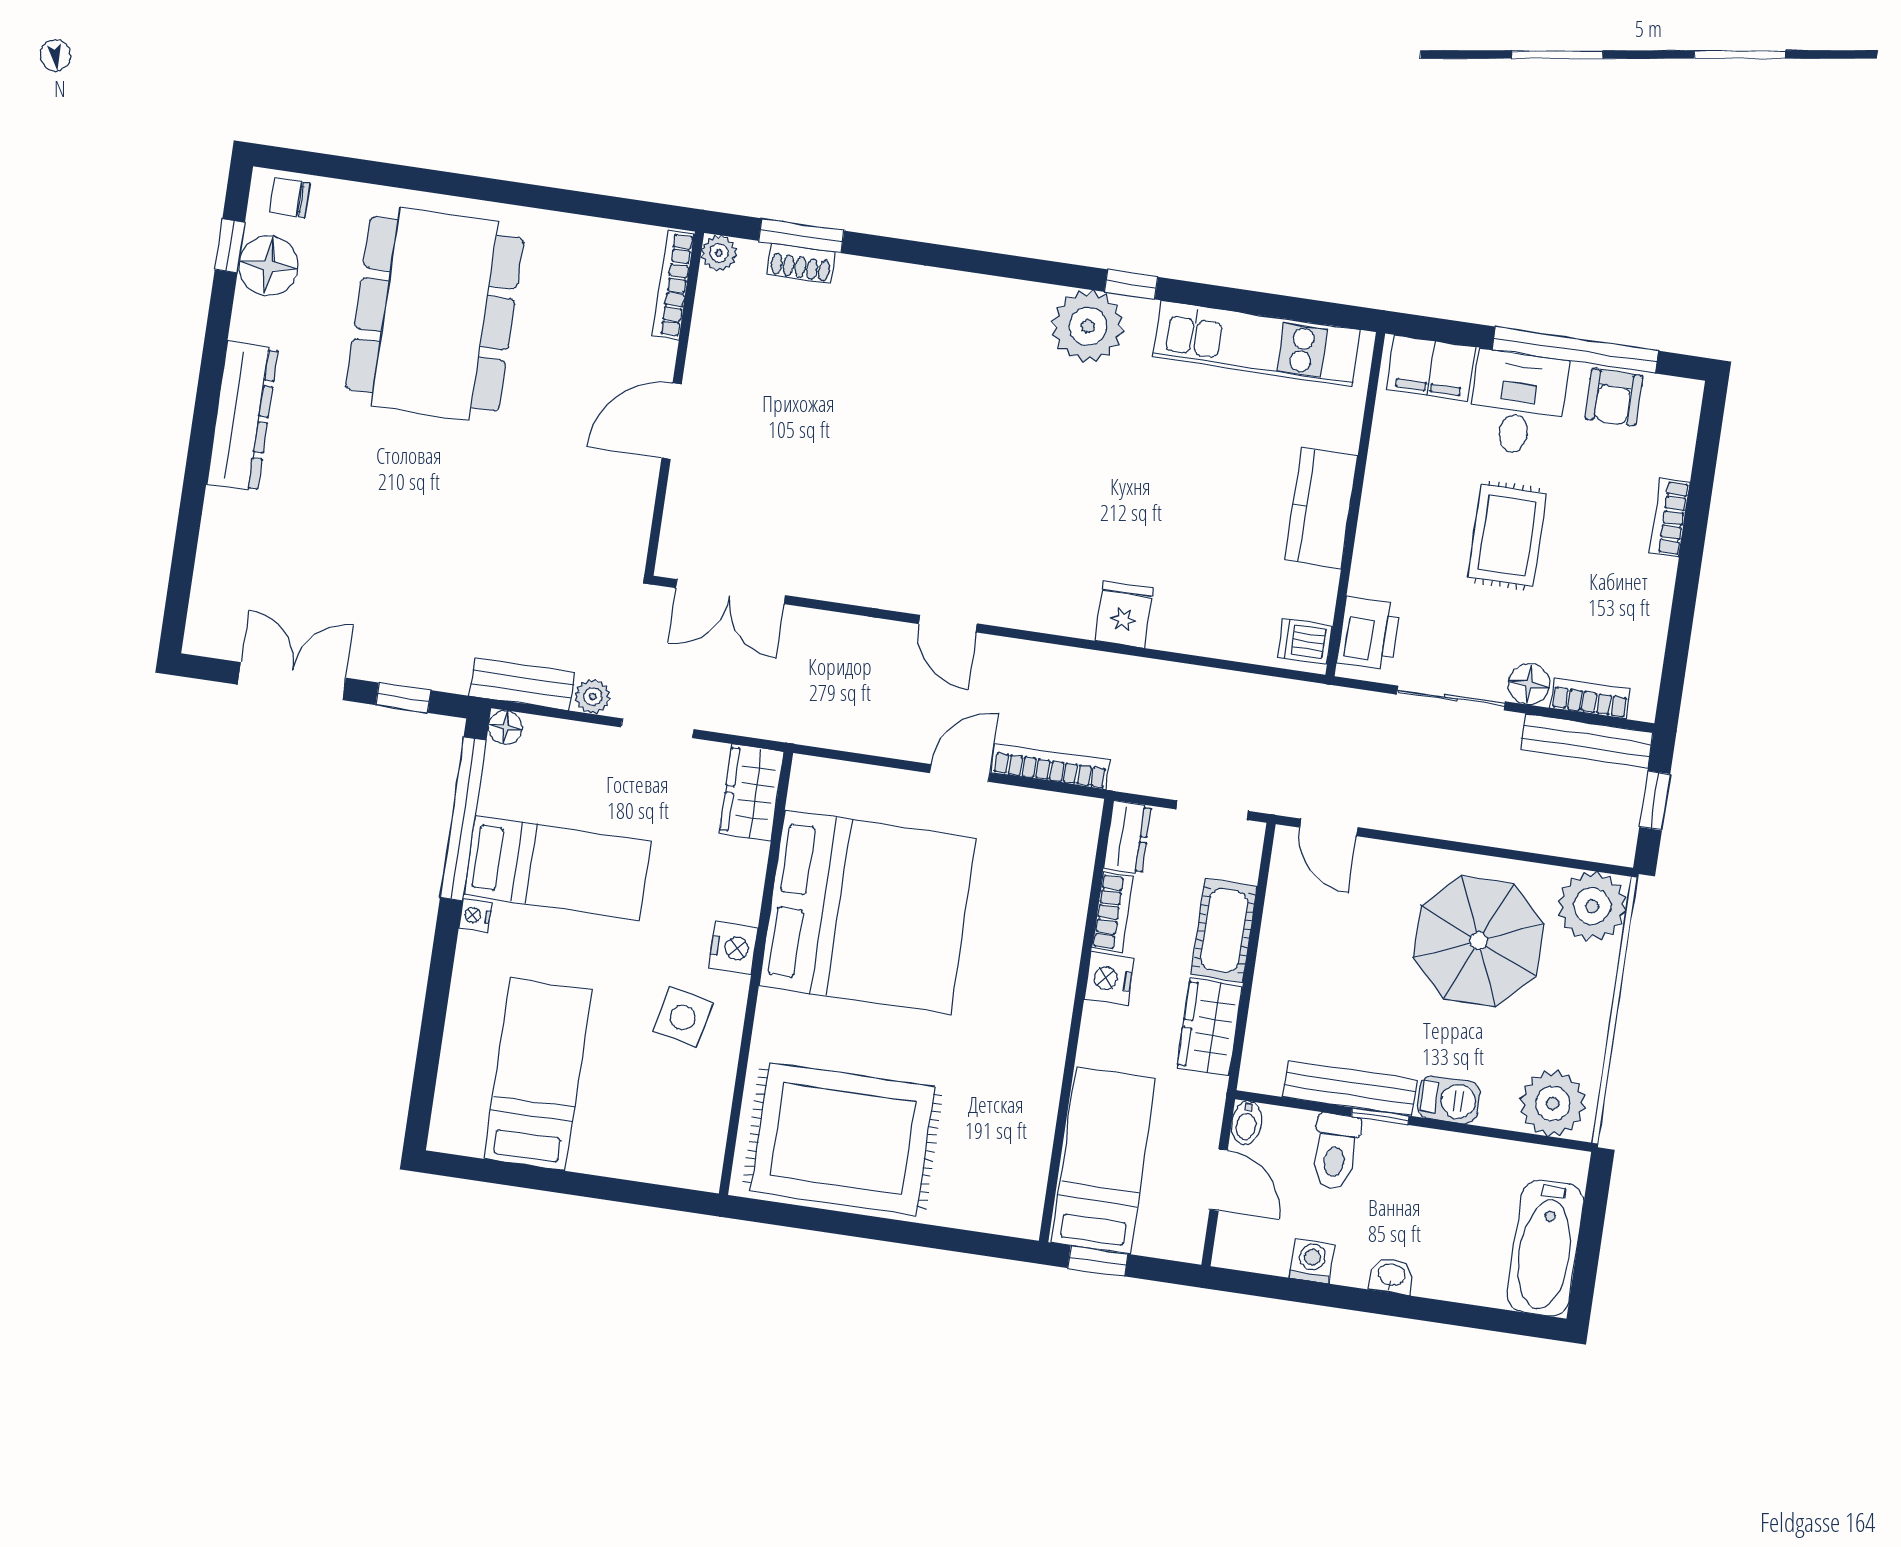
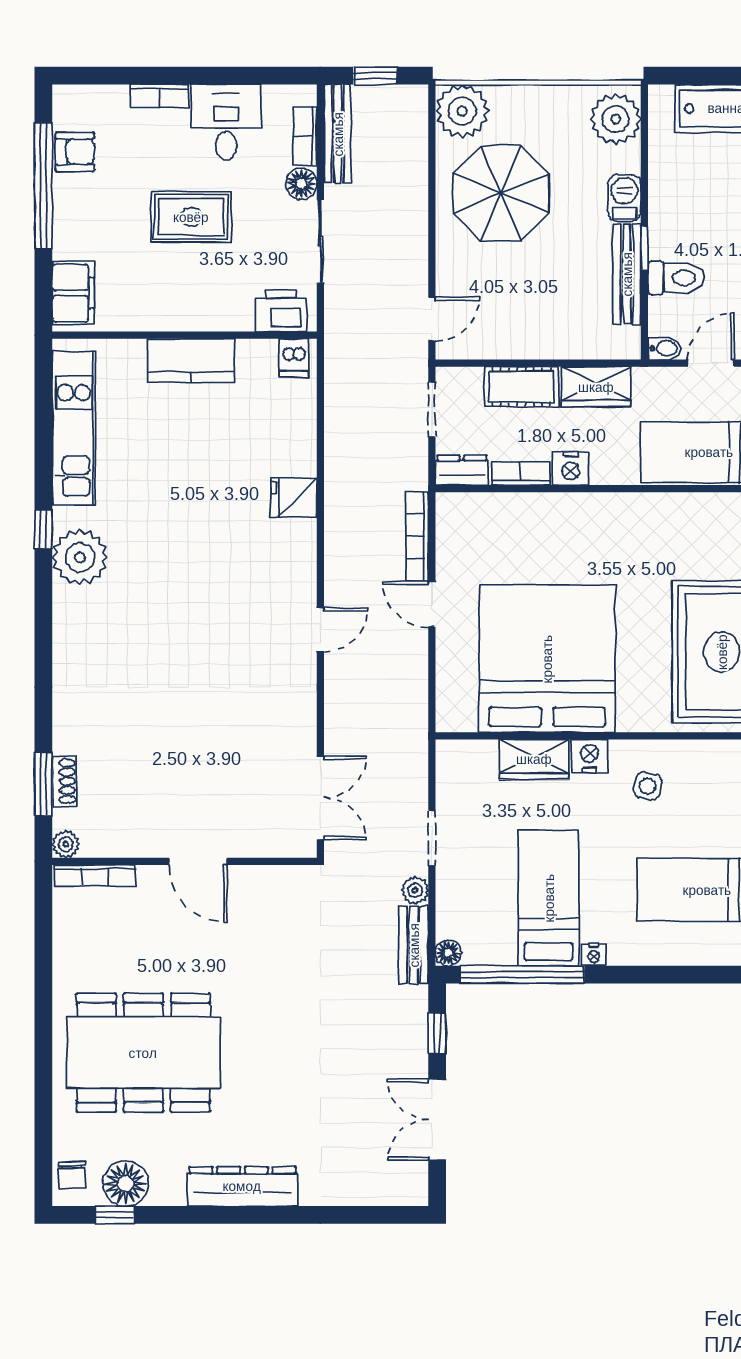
desk: (1518, 403) -> (226, 122), moved, turned 90
wardrobe: (752, 792) -> (534, 759), moved
side table: (683, 1017) -> (648, 786), width x0.73, depth x0.73

